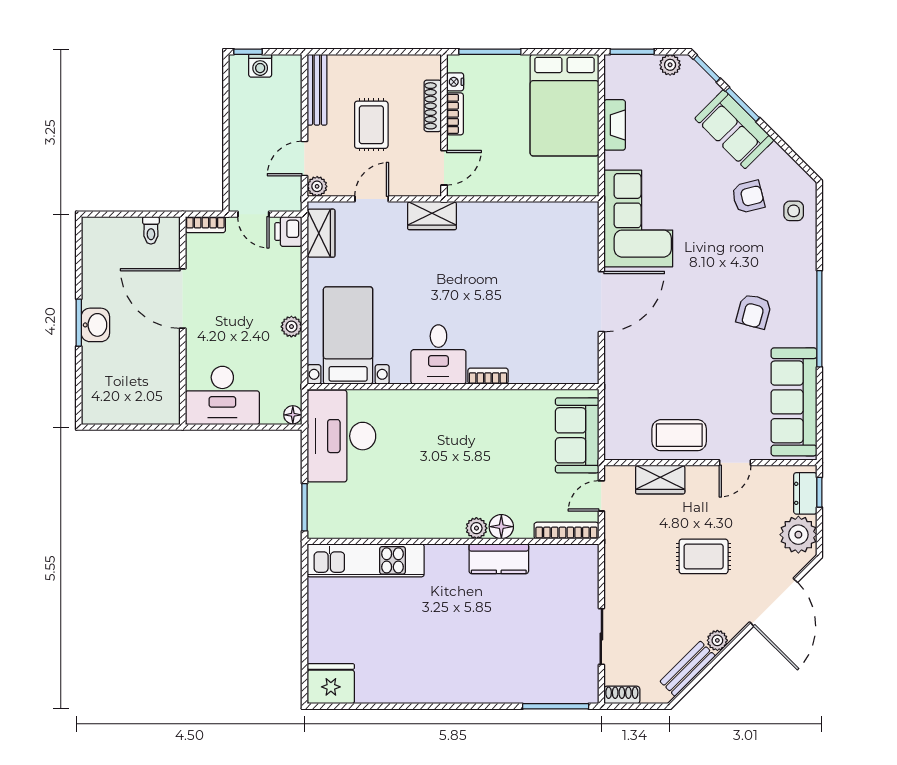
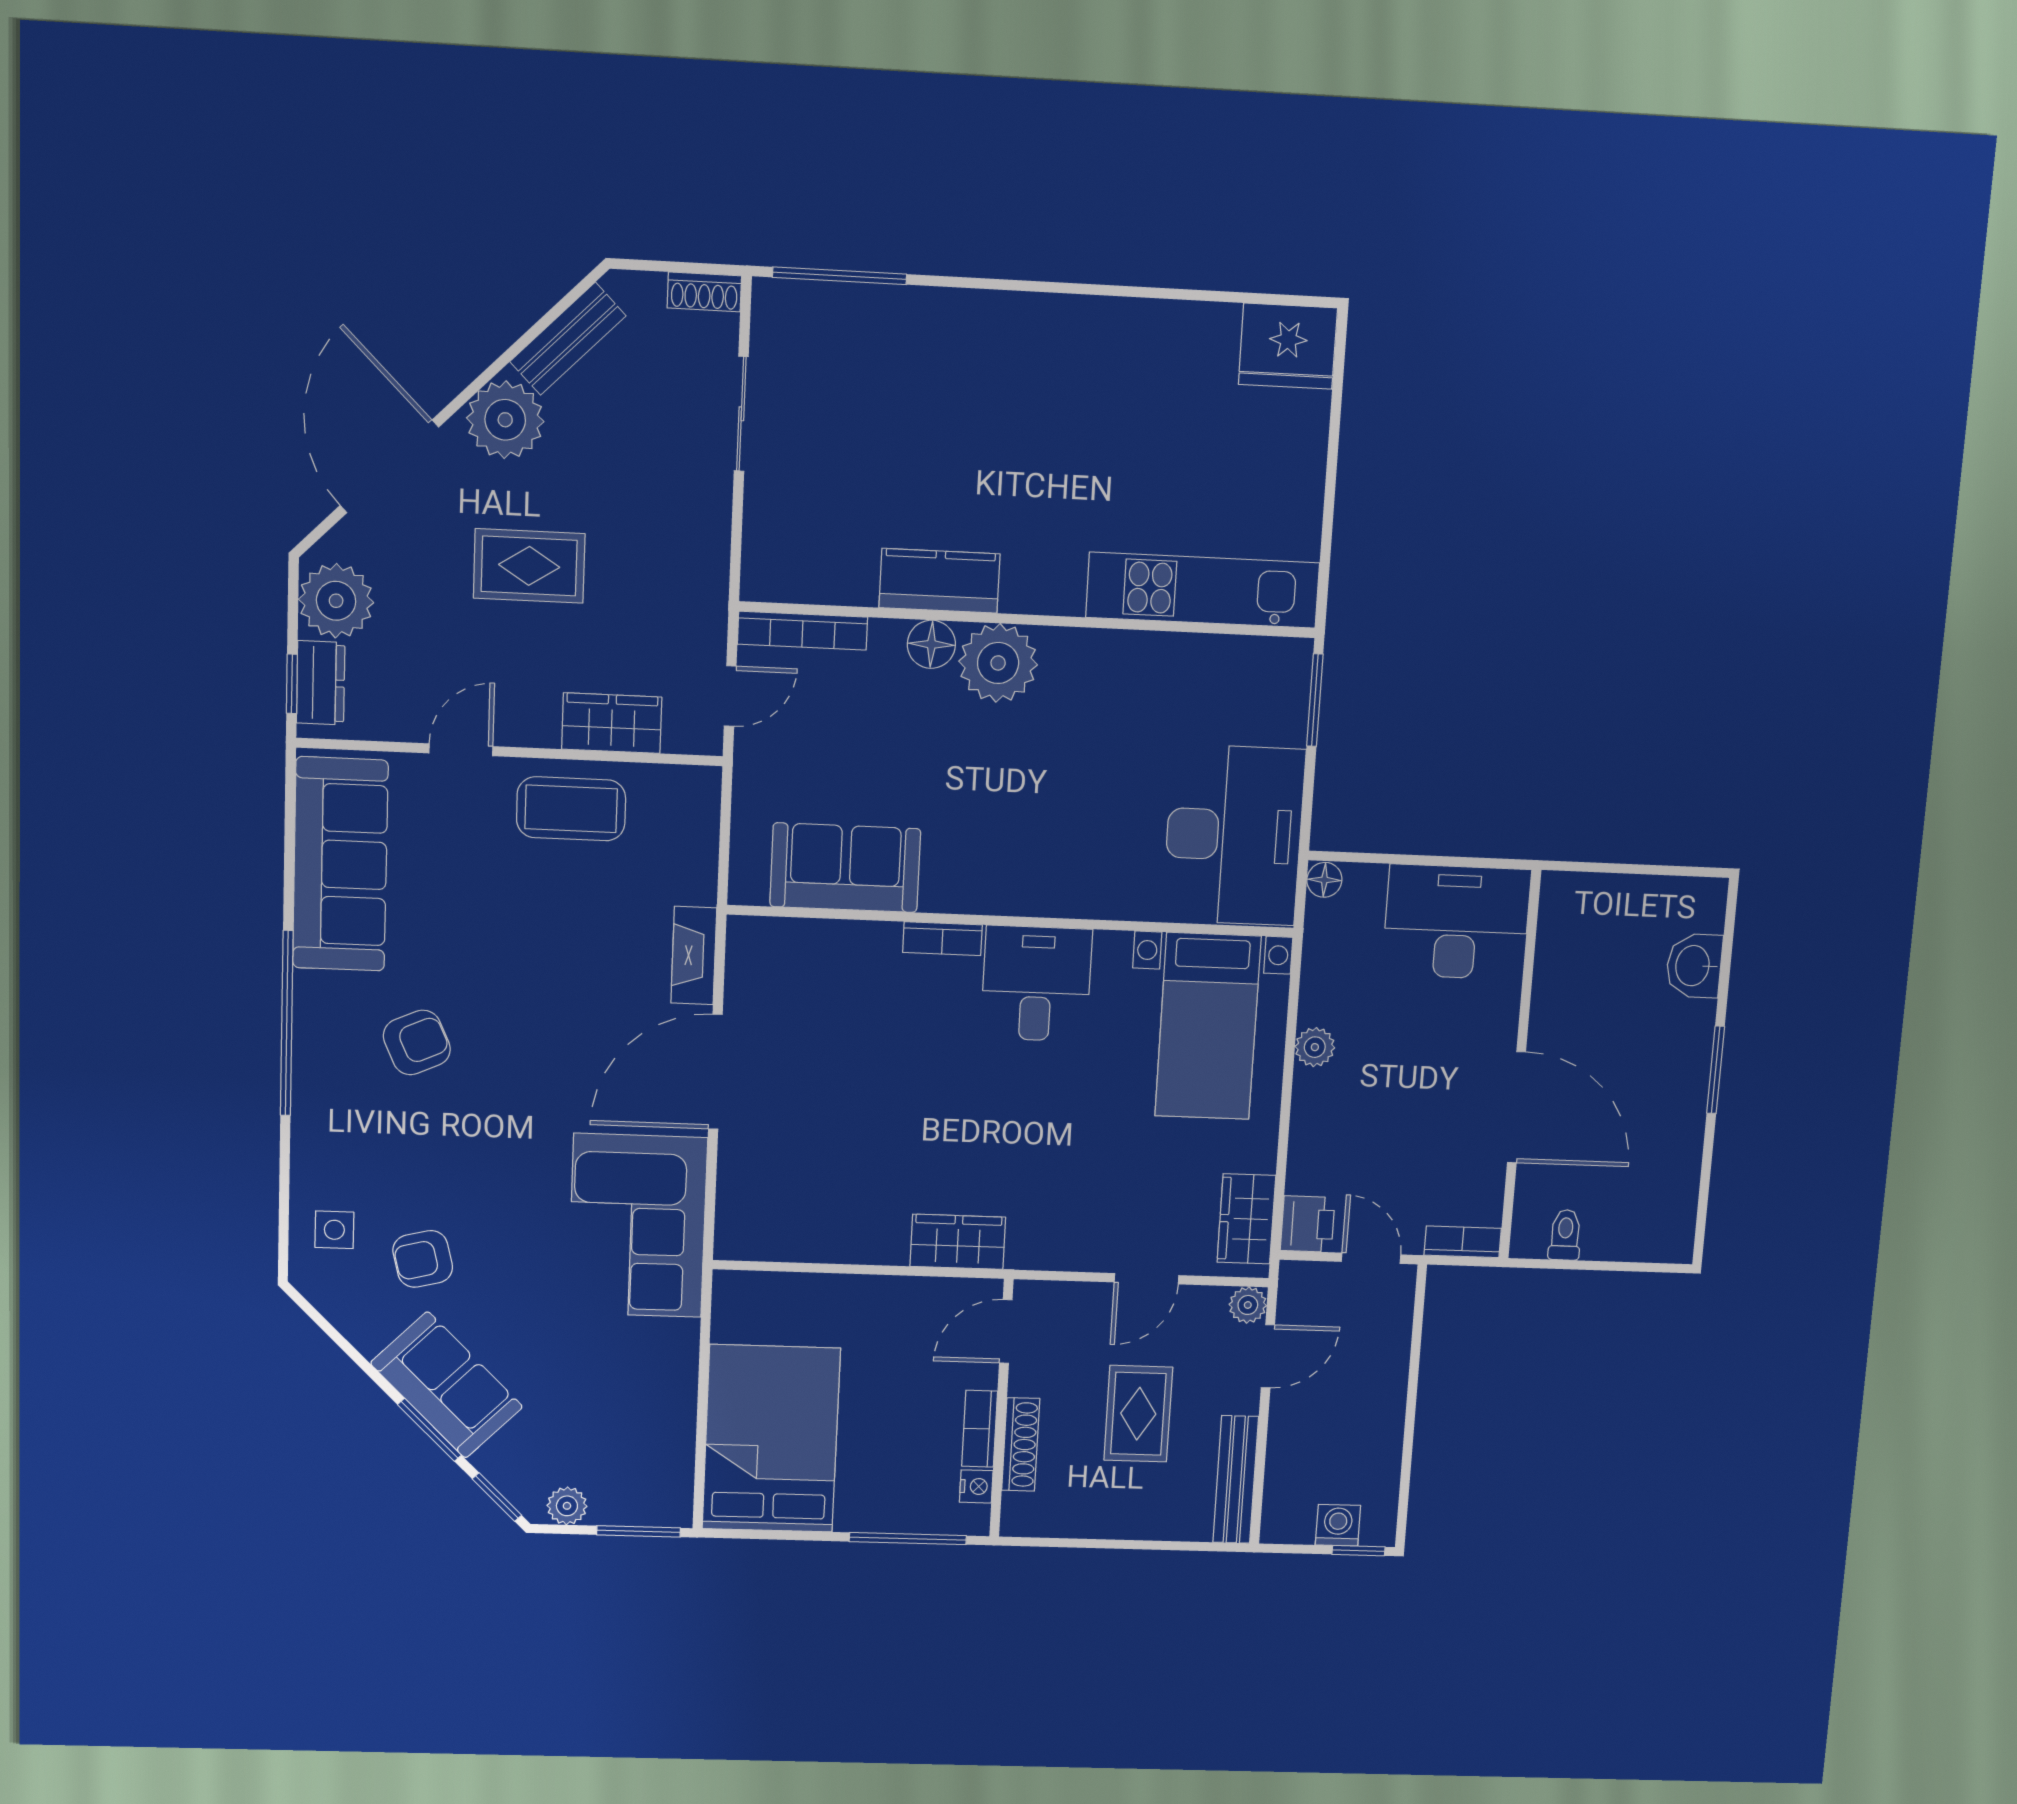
fireplace: (615, 125) -> (694, 955), moved
wardrobe: (432, 216) -> (958, 1242), moved
armchair: (754, 311) -> (417, 1042), turned 51
washbasin: (95, 325) -> (1694, 966), moved
sofa: (577, 435) -> (845, 868), moved, turned -90
plant: (476, 528) -> (998, 663), width x1.87, depth x1.87
plant: (717, 640) -> (505, 420), width x1.87, depth x1.87

